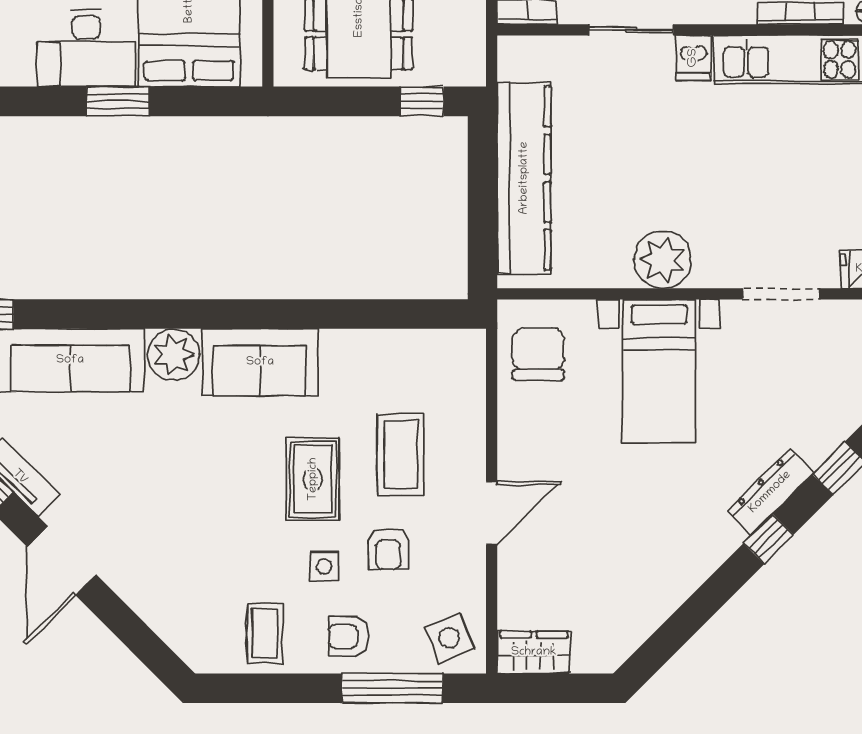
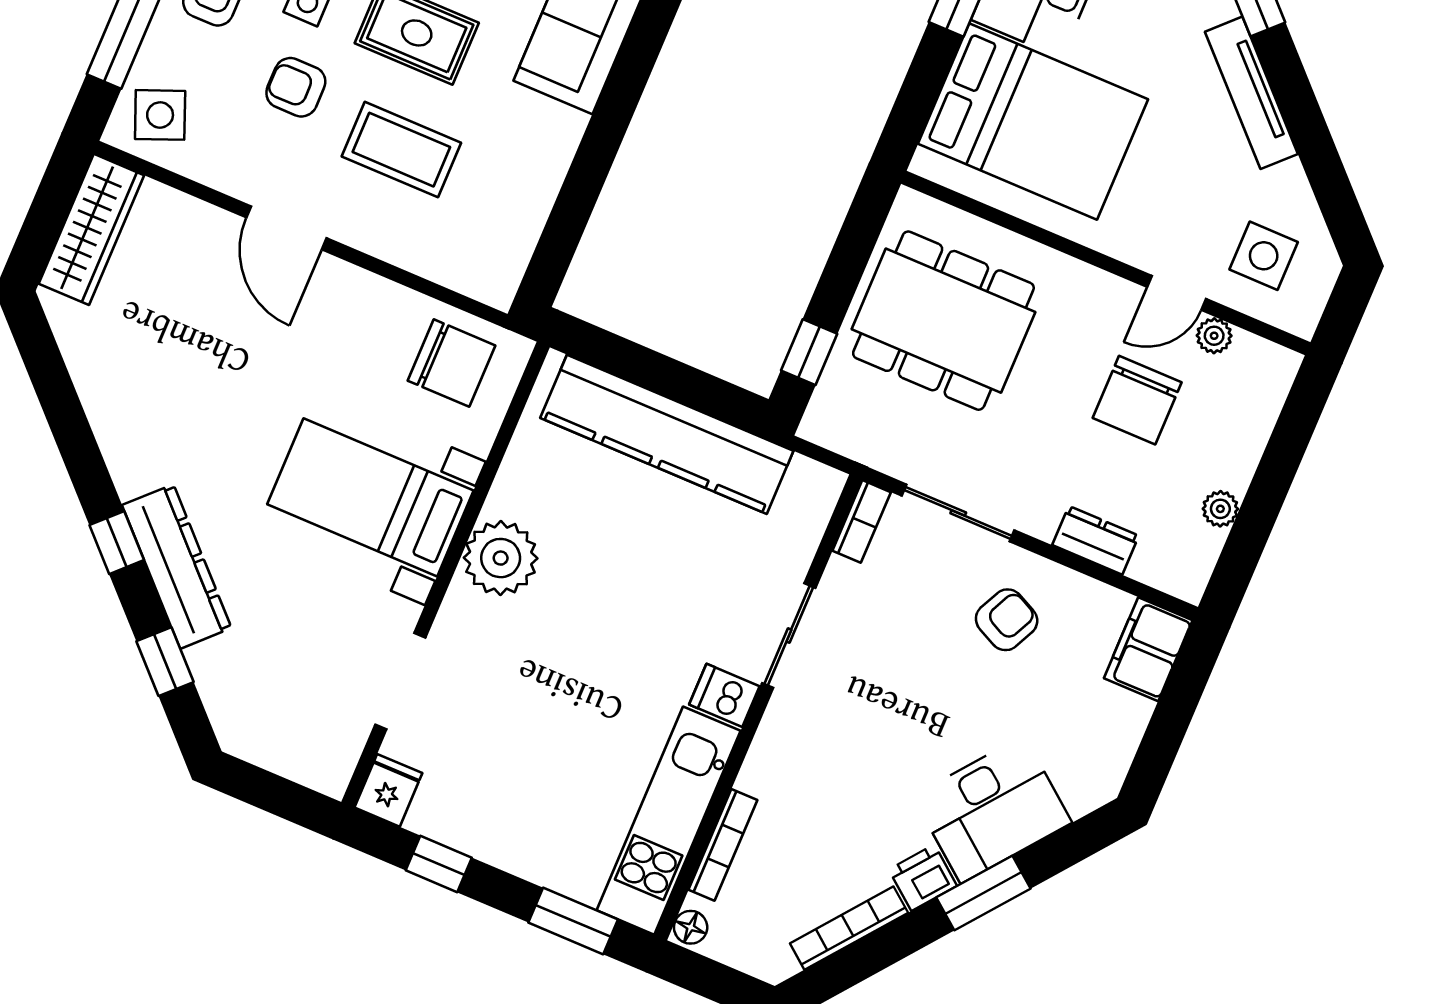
dresser: (770, 492) -> (177, 567), width x1.37, depth x1.24
wardrobe: (534, 652) -> (91, 229), width x1.50

